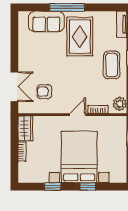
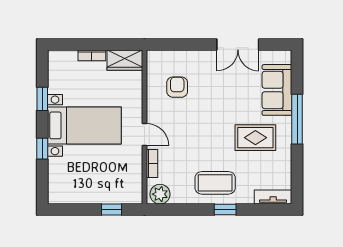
rug: (80, 37) -> (255, 138), width x0.73, depth x0.70
double door: (14, 87) -> (238, 44), moved
bed with nightstands: (79, 157) -> (84, 125), width x0.73

